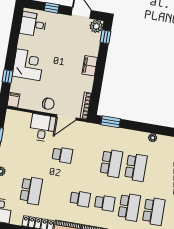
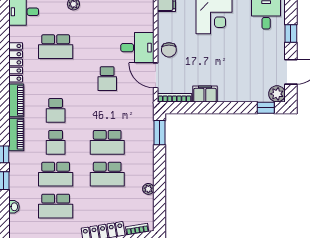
filing cabinet: (90, 66) -> (205, 94), moved

